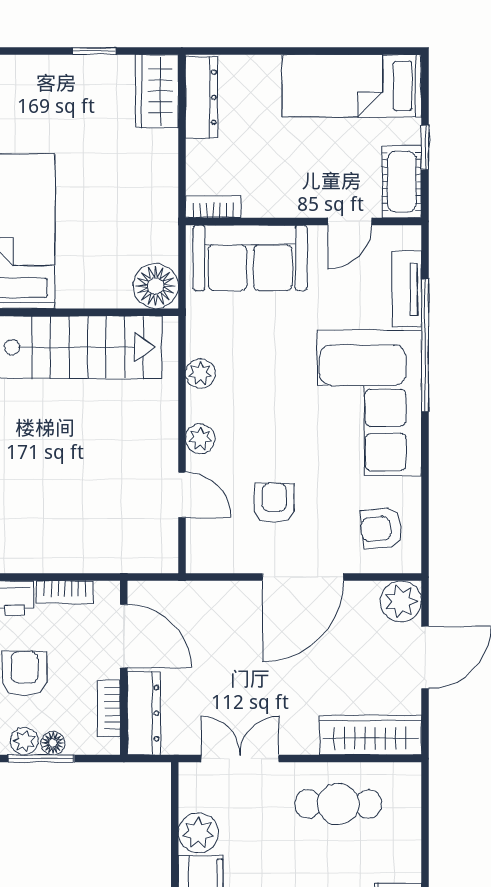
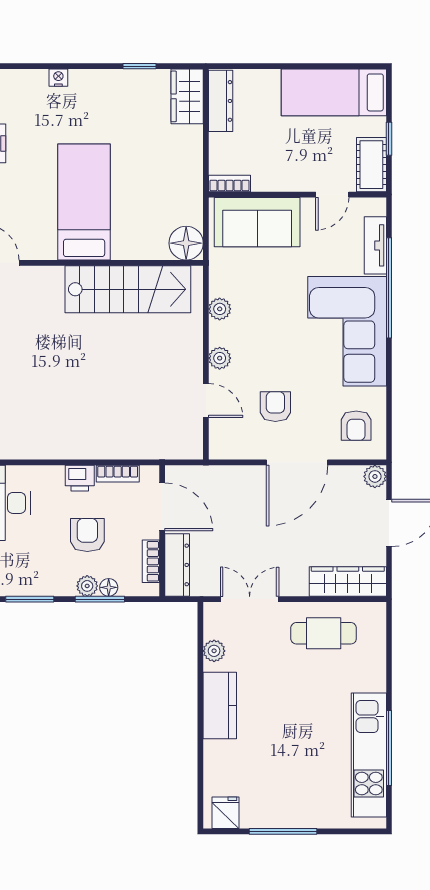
armchair: (381, 528) -> (356, 426), turned -84
plant: (401, 601) -> (375, 476), width x0.73, depth x0.73
plant: (198, 833) -> (214, 651), width x0.73, depth x0.73

